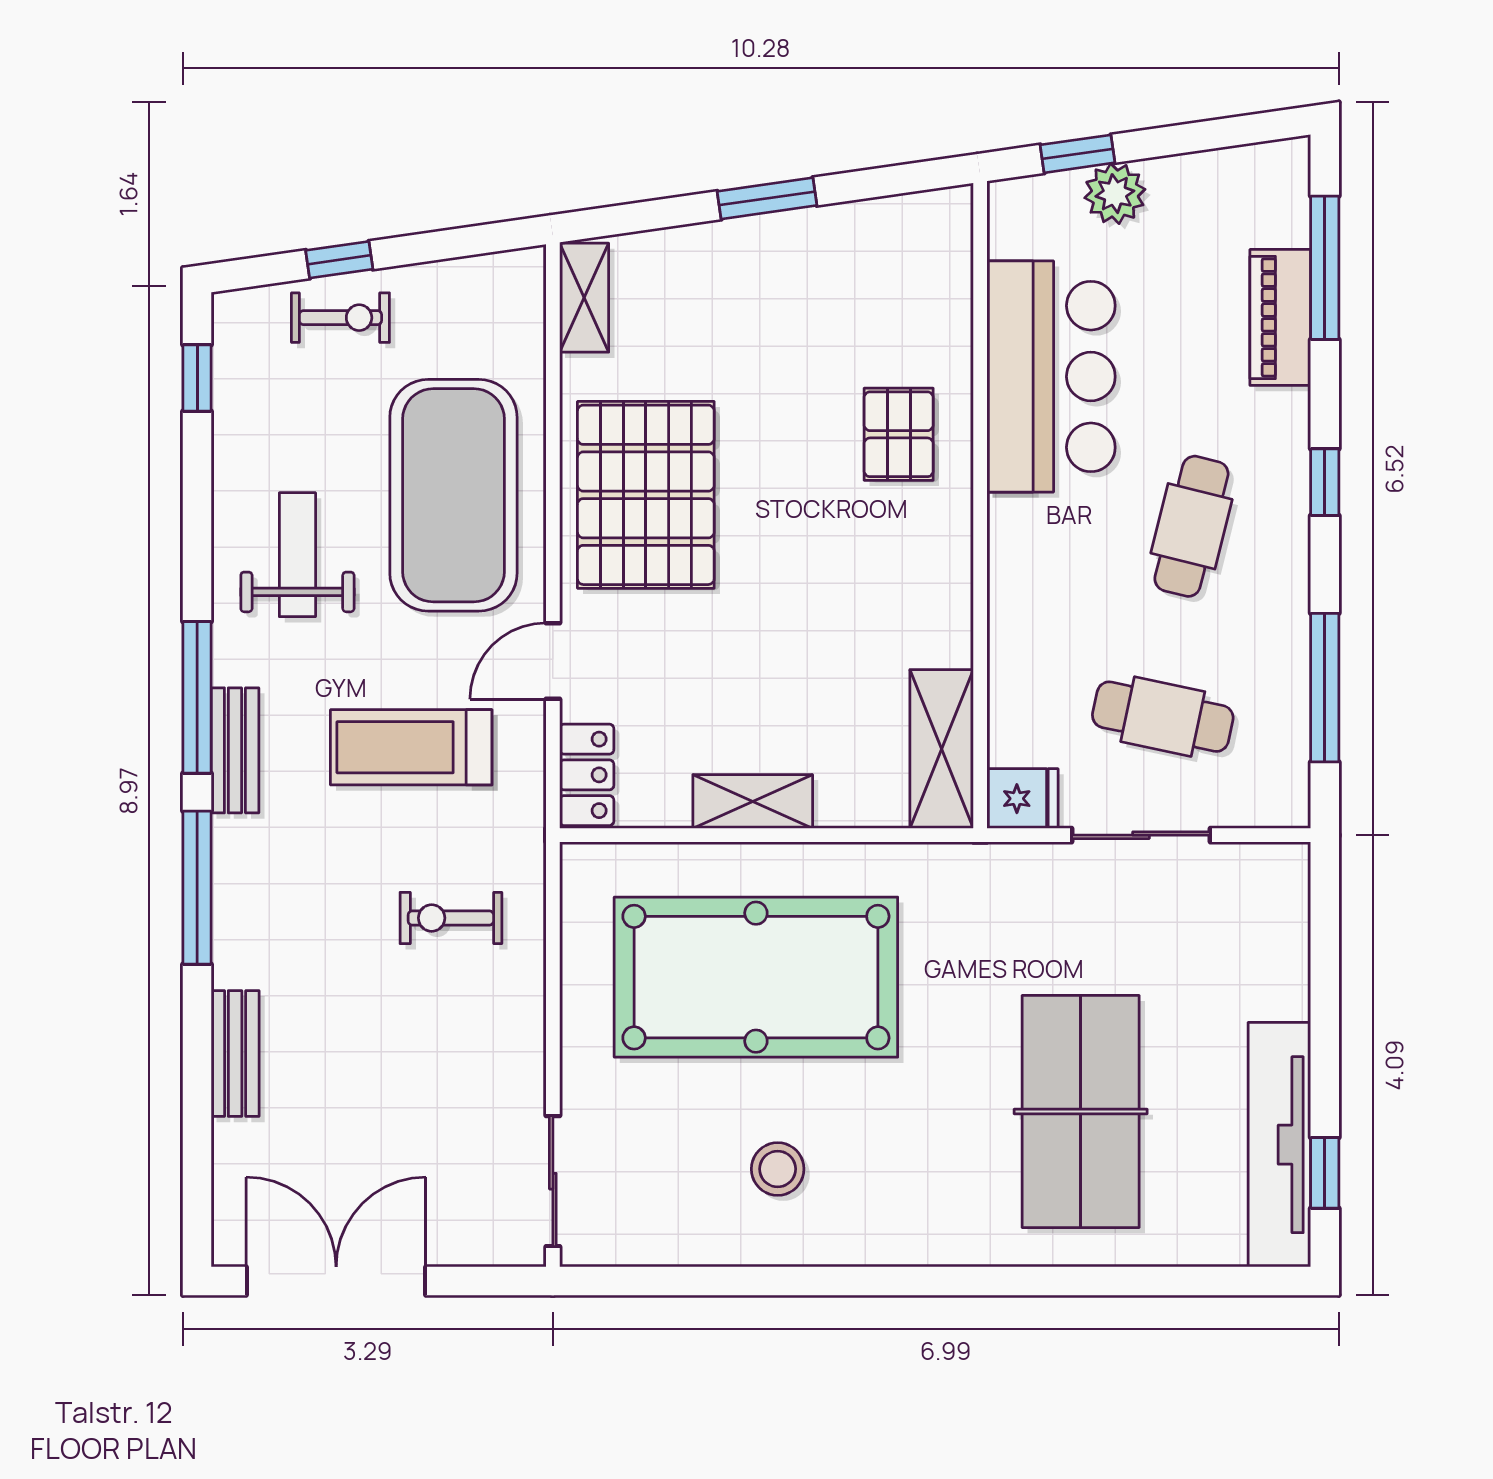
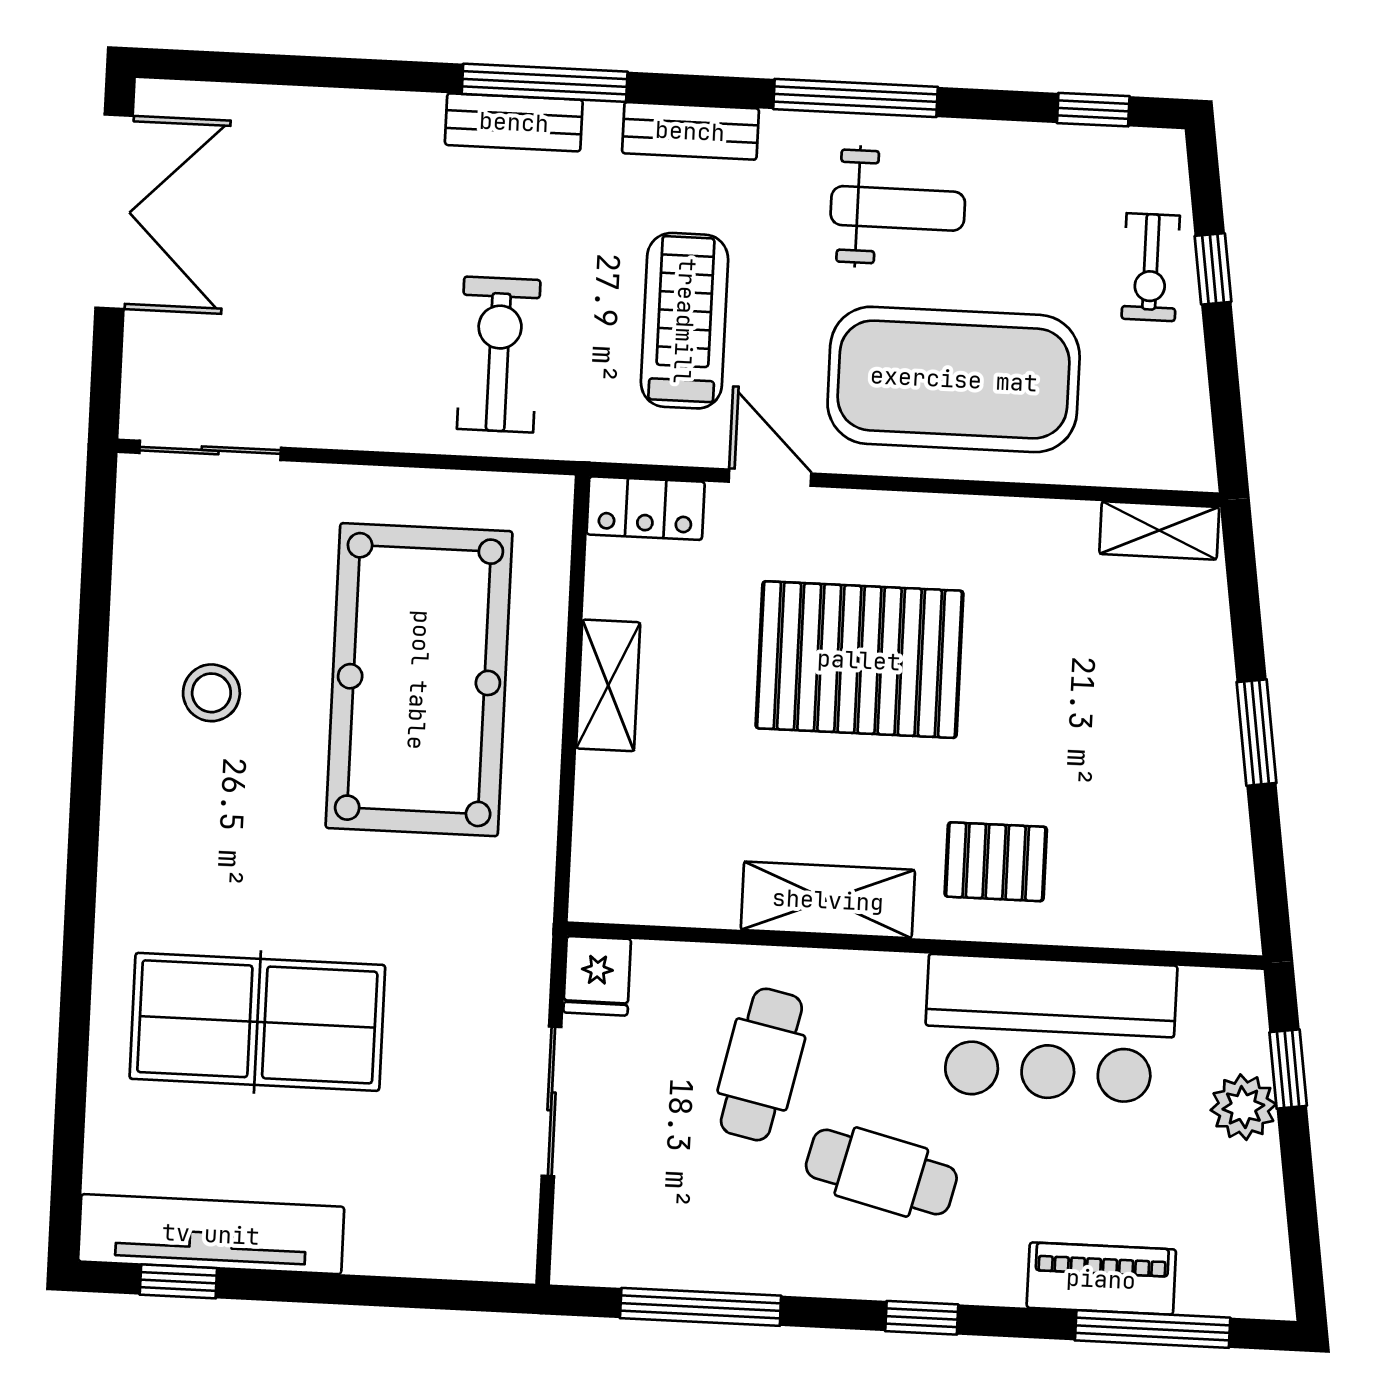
pallet: (646, 495) -> (859, 660), moved
window: (197, 697) -> (855, 98), moved
cafe table: (1163, 717) -> (761, 1064), moved
shelving: (942, 749) -> (828, 900), moved
exercise bike: (451, 918) -> (499, 354), width x1.38, depth x1.39
bench: (235, 1054) -> (514, 122), moved

